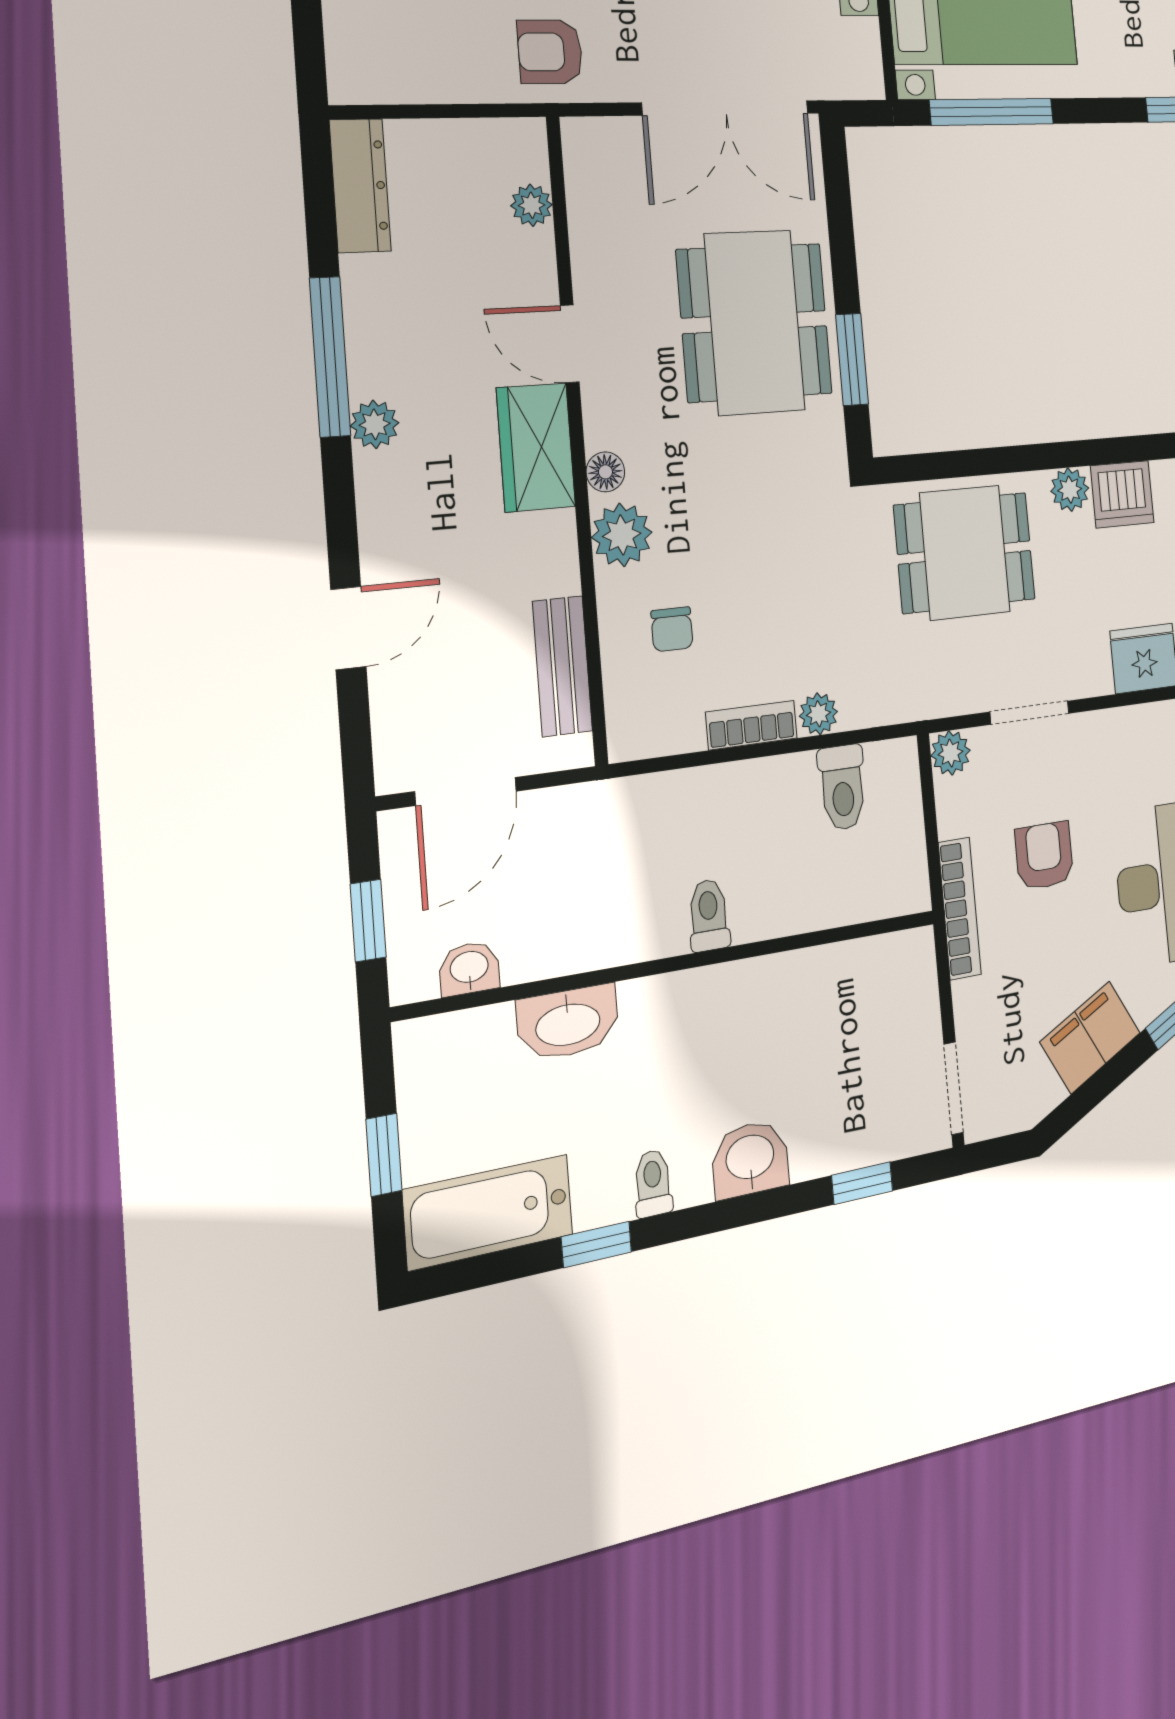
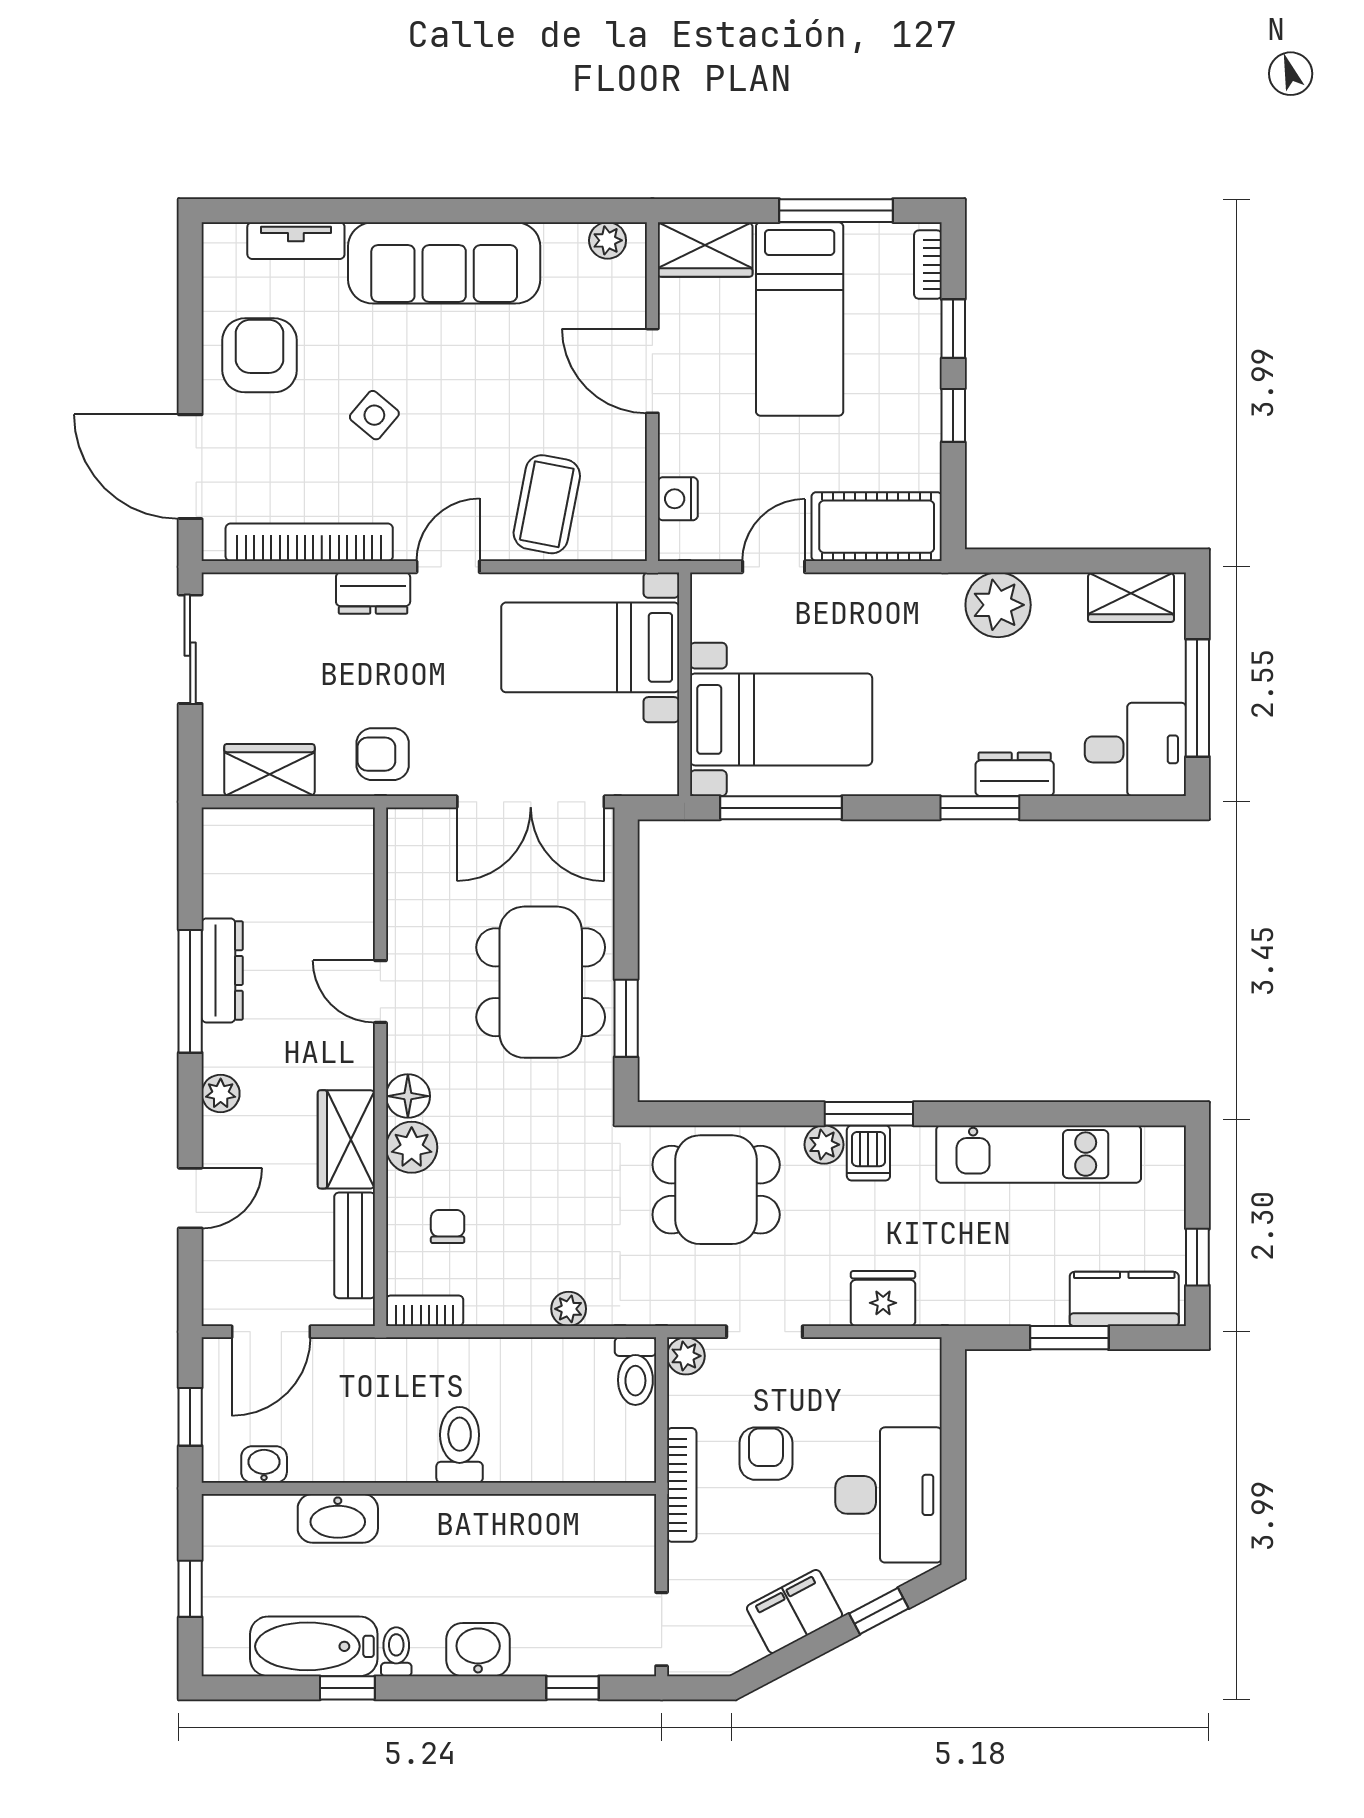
wardrobe: (413, 72) -> (269, 770), added
dresser: (360, 186) -> (222, 970), moved
plant: (532, 205) -> (358, 879), removed
plant: (375, 424) -> (221, 1094), moved
wardrobe: (536, 447) -> (346, 1139), moved
window: (1111, 451) -> (869, 1114), added
floor lamp: (605, 472) -> (408, 1096), width x1.37, depth x1.37
dishwasher: (1122, 494) -> (868, 1153), width x0.73
chair: (672, 629) -> (448, 1226), turned 180
bookcase: (752, 725) -> (425, 1311), moved
toilet: (842, 787) -> (635, 1371), moved
toilet: (709, 915) -> (460, 1445), width x1.37, depth x1.39
bathtub: (488, 1212) -> (314, 1646), moved

